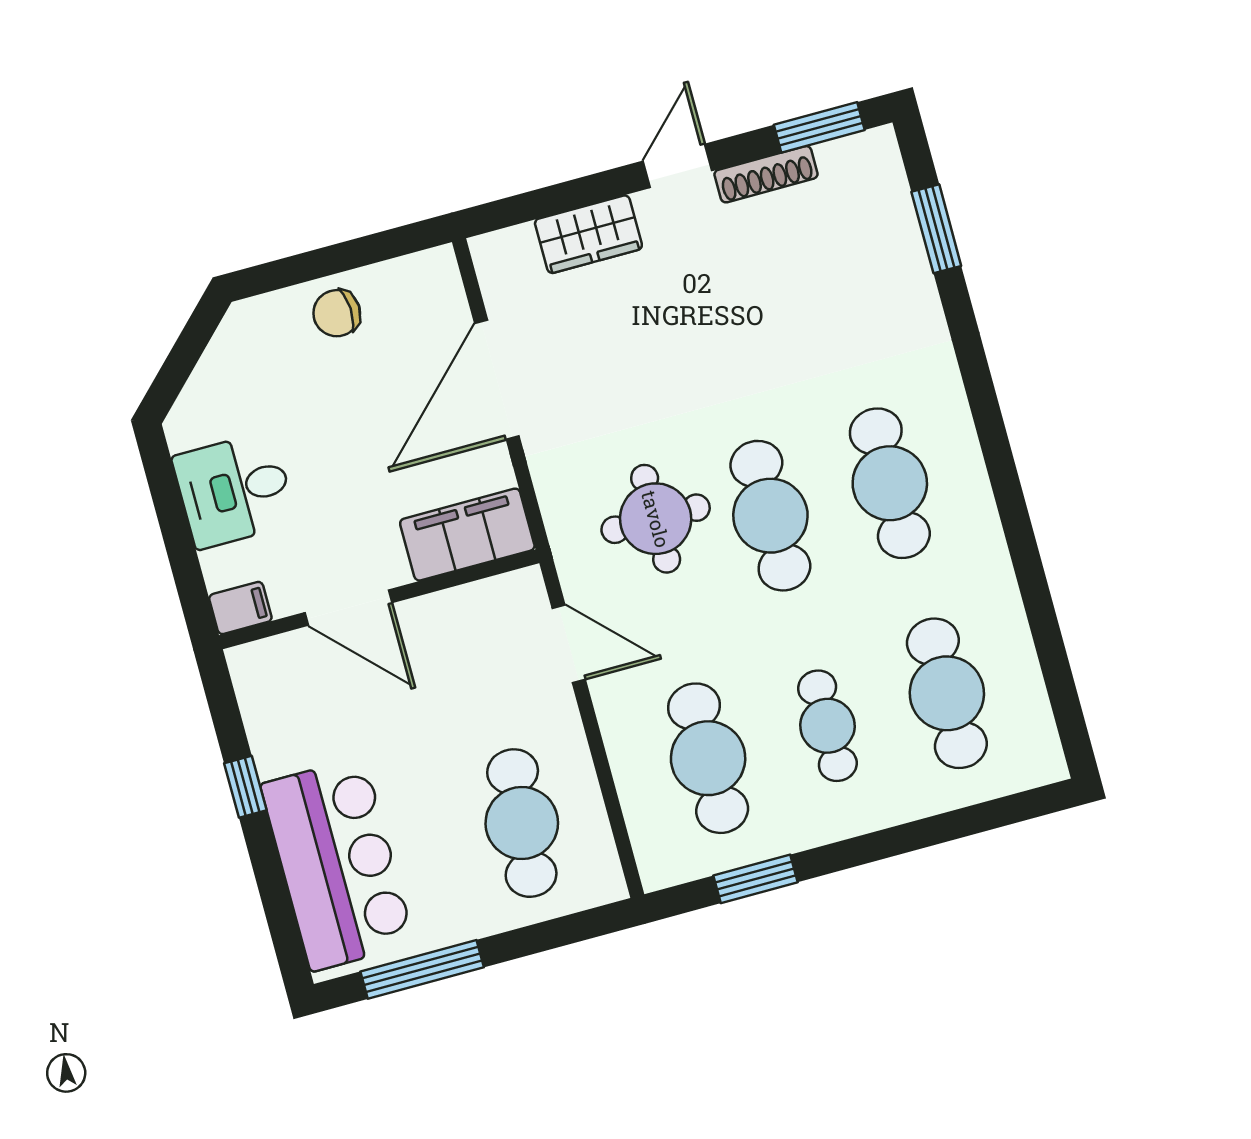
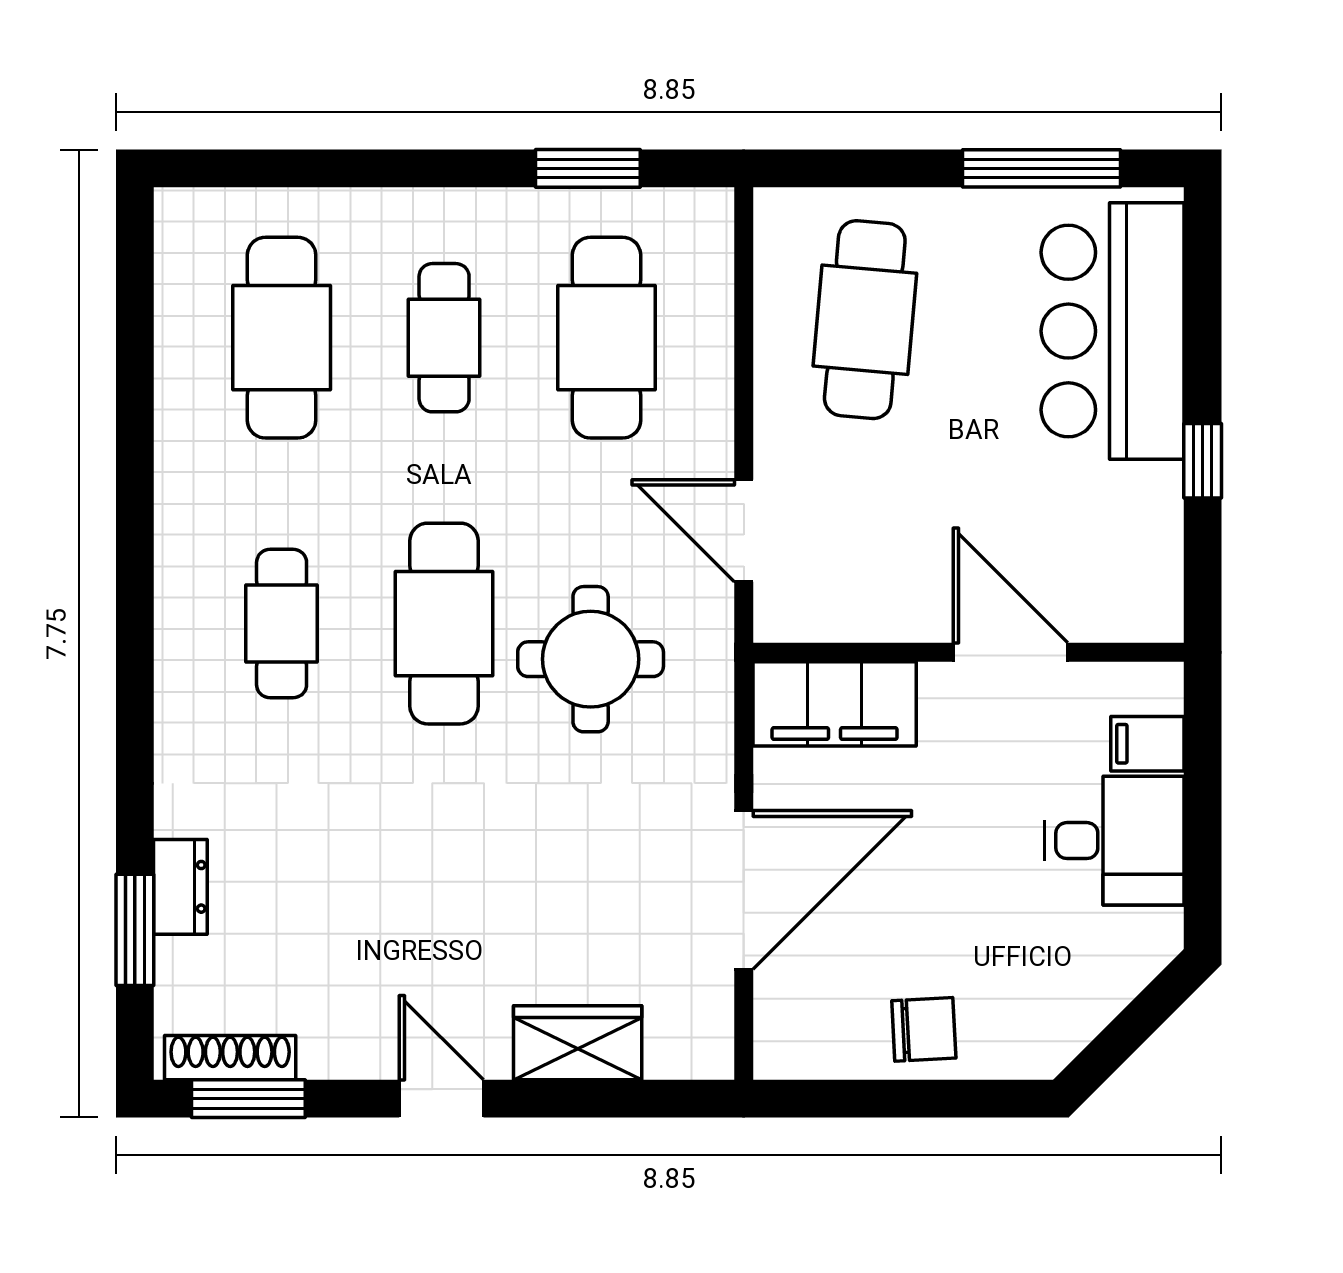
door: (678, 166) -> (441, 1099), swing flipped
shoe rack: (766, 174) -> (230, 1058), moved
dresser: (912, 270) -> (180, 887), added
cafe table: (890, 483) -> (282, 624), width x0.73, depth x0.74
filing cabinet: (240, 608) -> (1147, 744), moved

